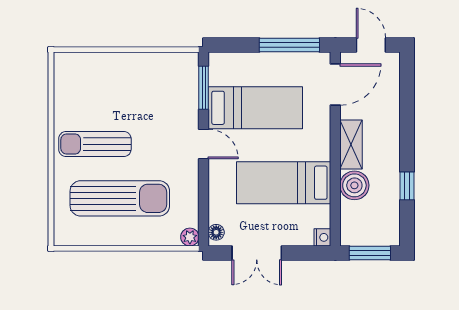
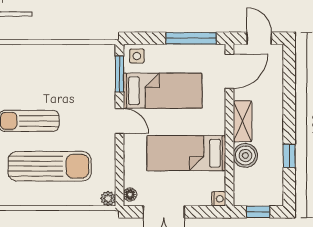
side table: (224, 66) -> (137, 56), added
window: (370, 253) -> (258, 212), width x0.67

